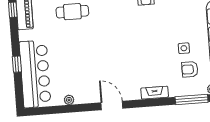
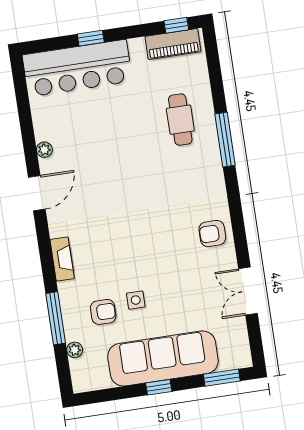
armchair: (190, 69) -> (103, 312), turned 90
plant: (69, 100) -> (44, 150), moved

